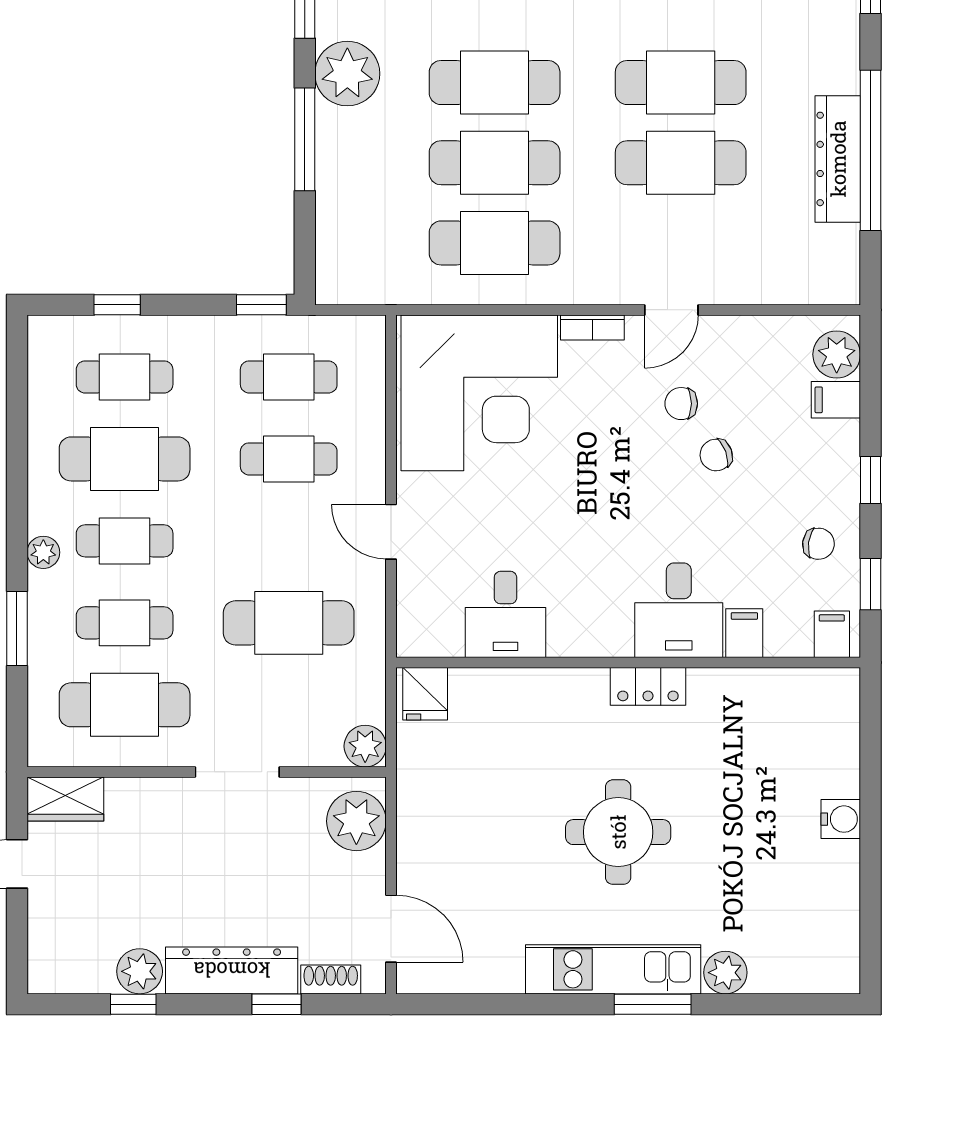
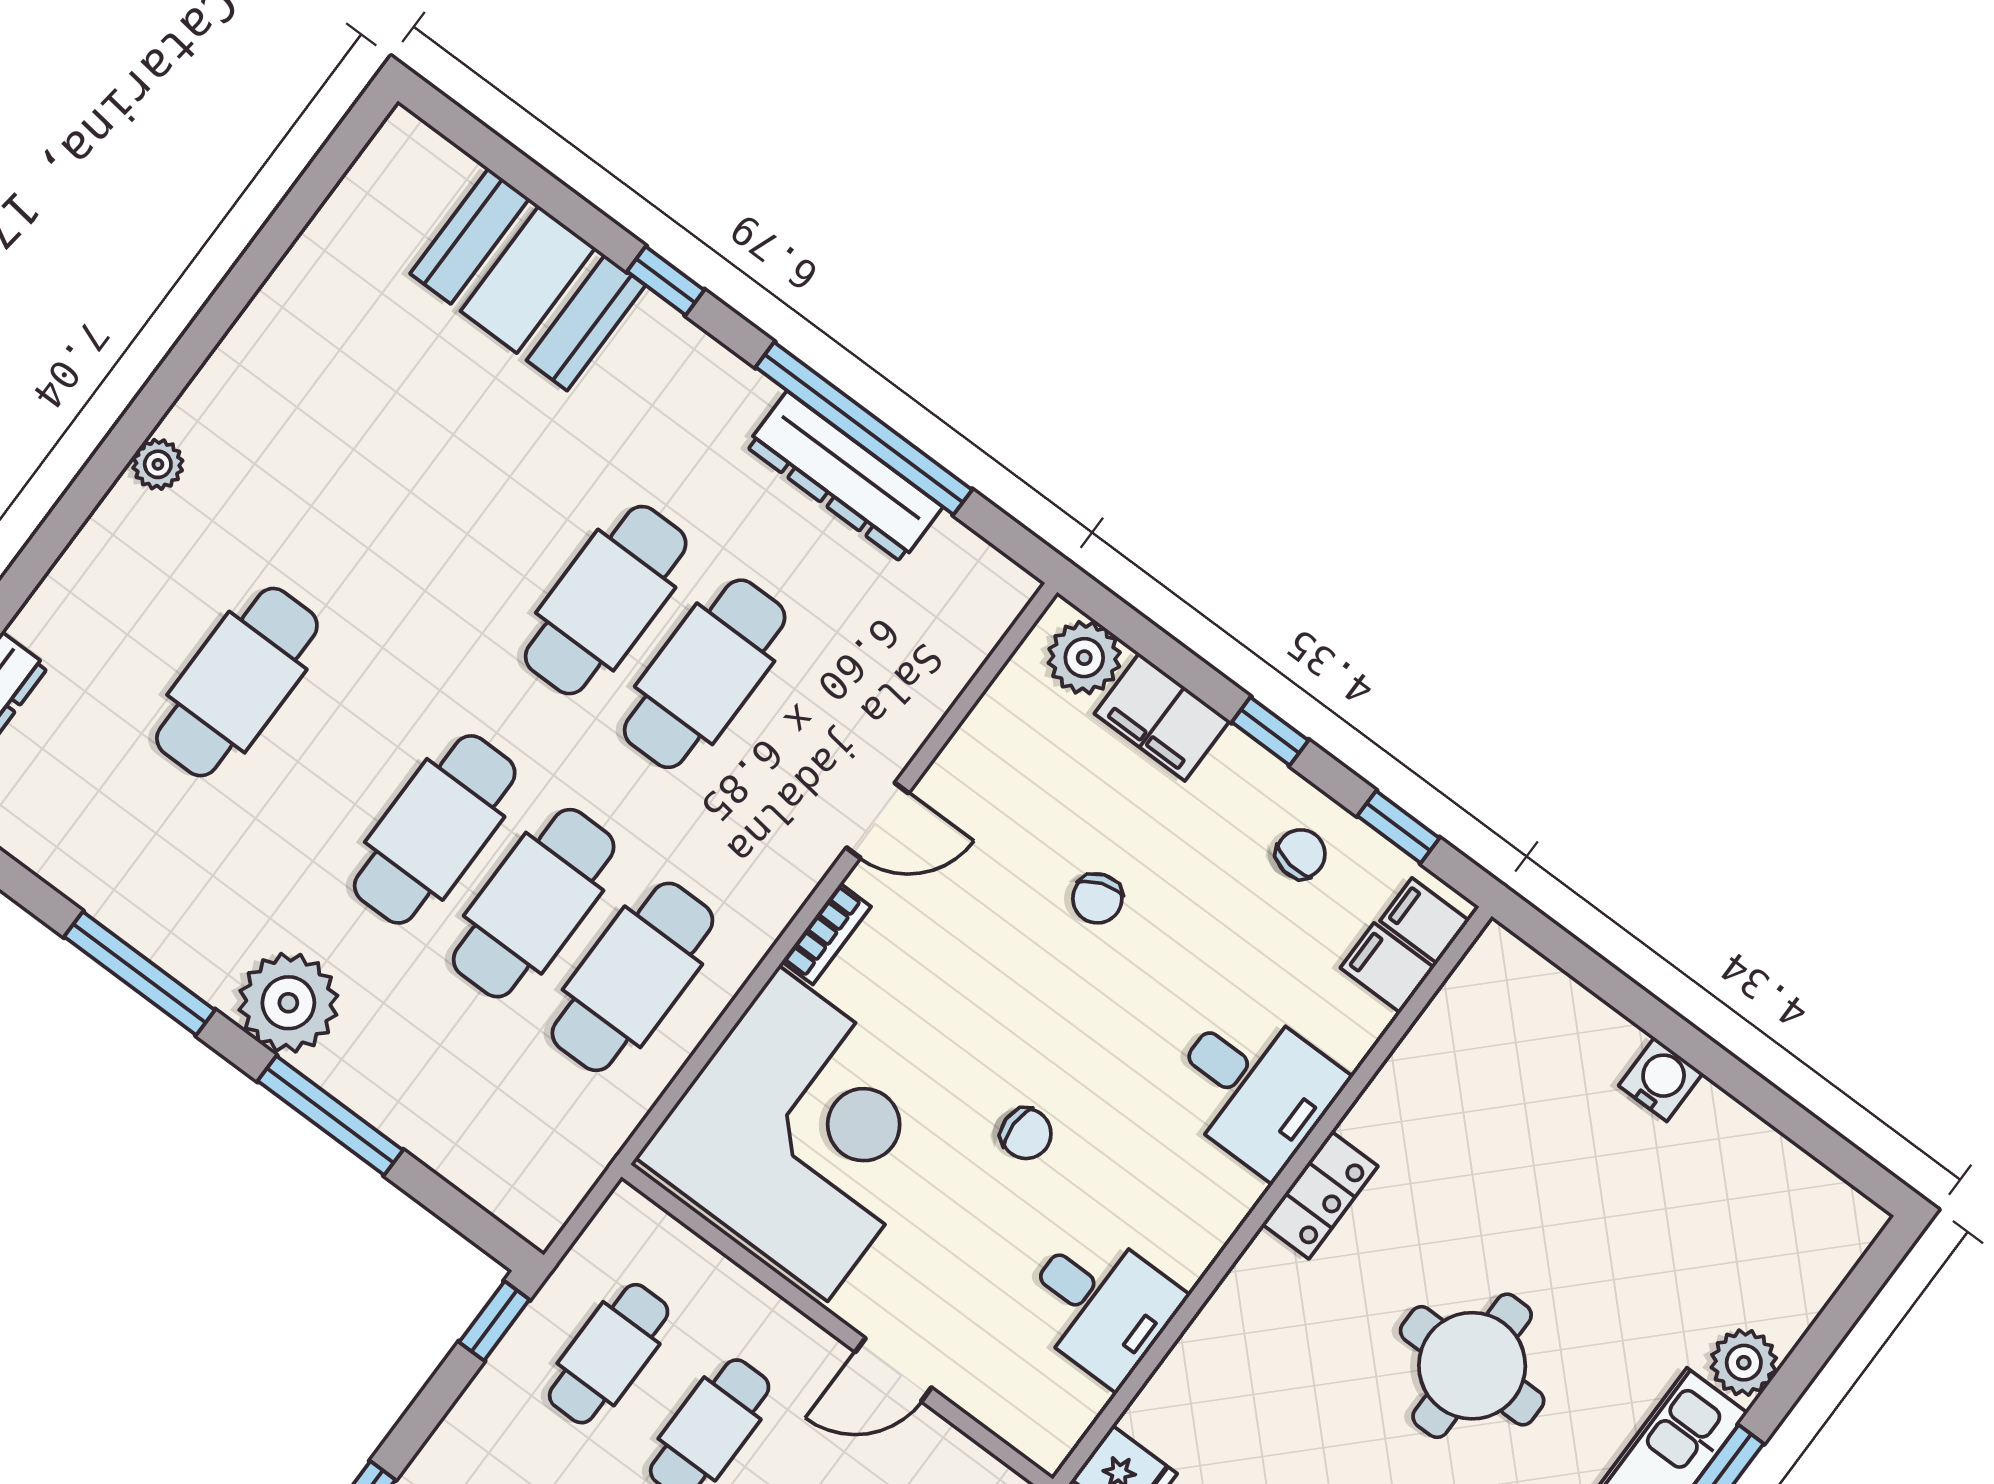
door: (671, 310) -> (877, 820), hinge flipped
filing cabinet: (836, 400) -> (1162, 717), width x2.00
chair: (681, 404) -> (1026, 1134), moved, turned -90
filing cabinet: (744, 633) -> (1387, 968), moved

